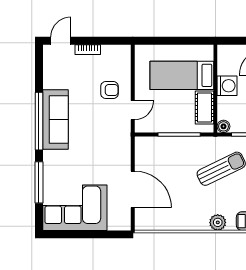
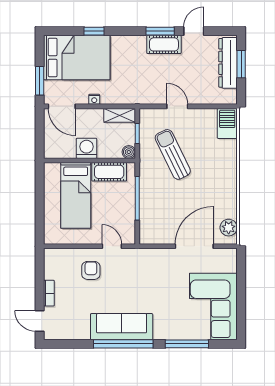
plant: (218, 222) -> (229, 228), moved

